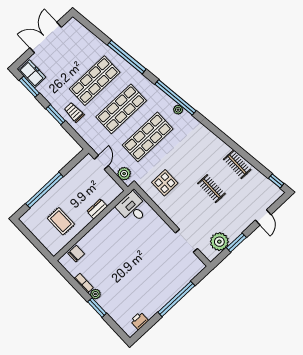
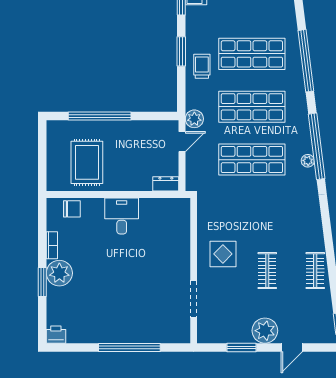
plant: (124, 174) -> (194, 119), moved
display table: (165, 183) -> (223, 254), moved
desk: (132, 208) -> (122, 216), moved
dresser: (97, 209) -> (166, 184), moved
rug: (61, 221) -> (87, 162), width x1.36, depth x1.43
plant: (219, 242) -> (265, 331), moved
plant: (95, 294) -> (59, 273), width x1.88, depth x1.88
printer: (139, 321) -> (56, 335), moved

